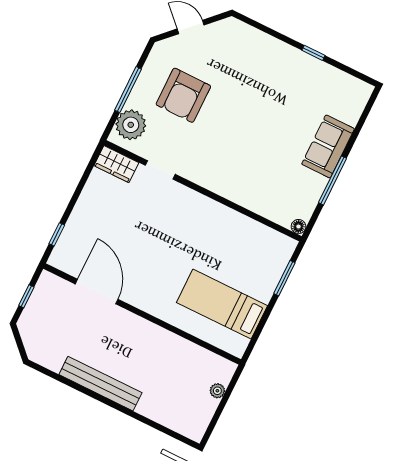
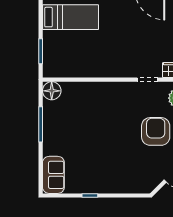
sofa: (328, 146) -> (53, 175), moved
floor lamp: (298, 227) -> (52, 91), width x1.89, depth x1.89

